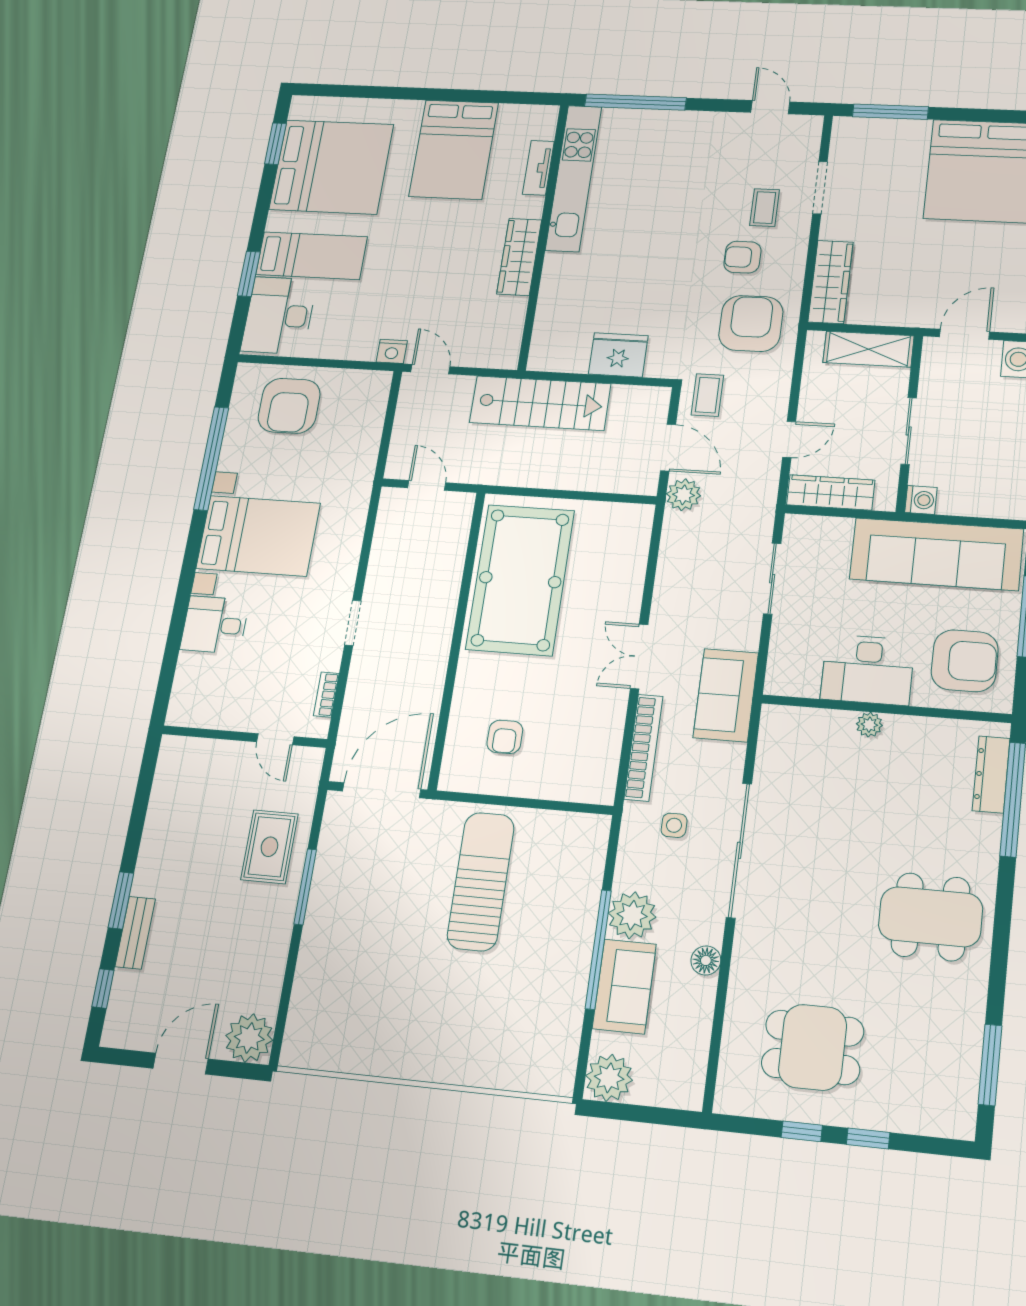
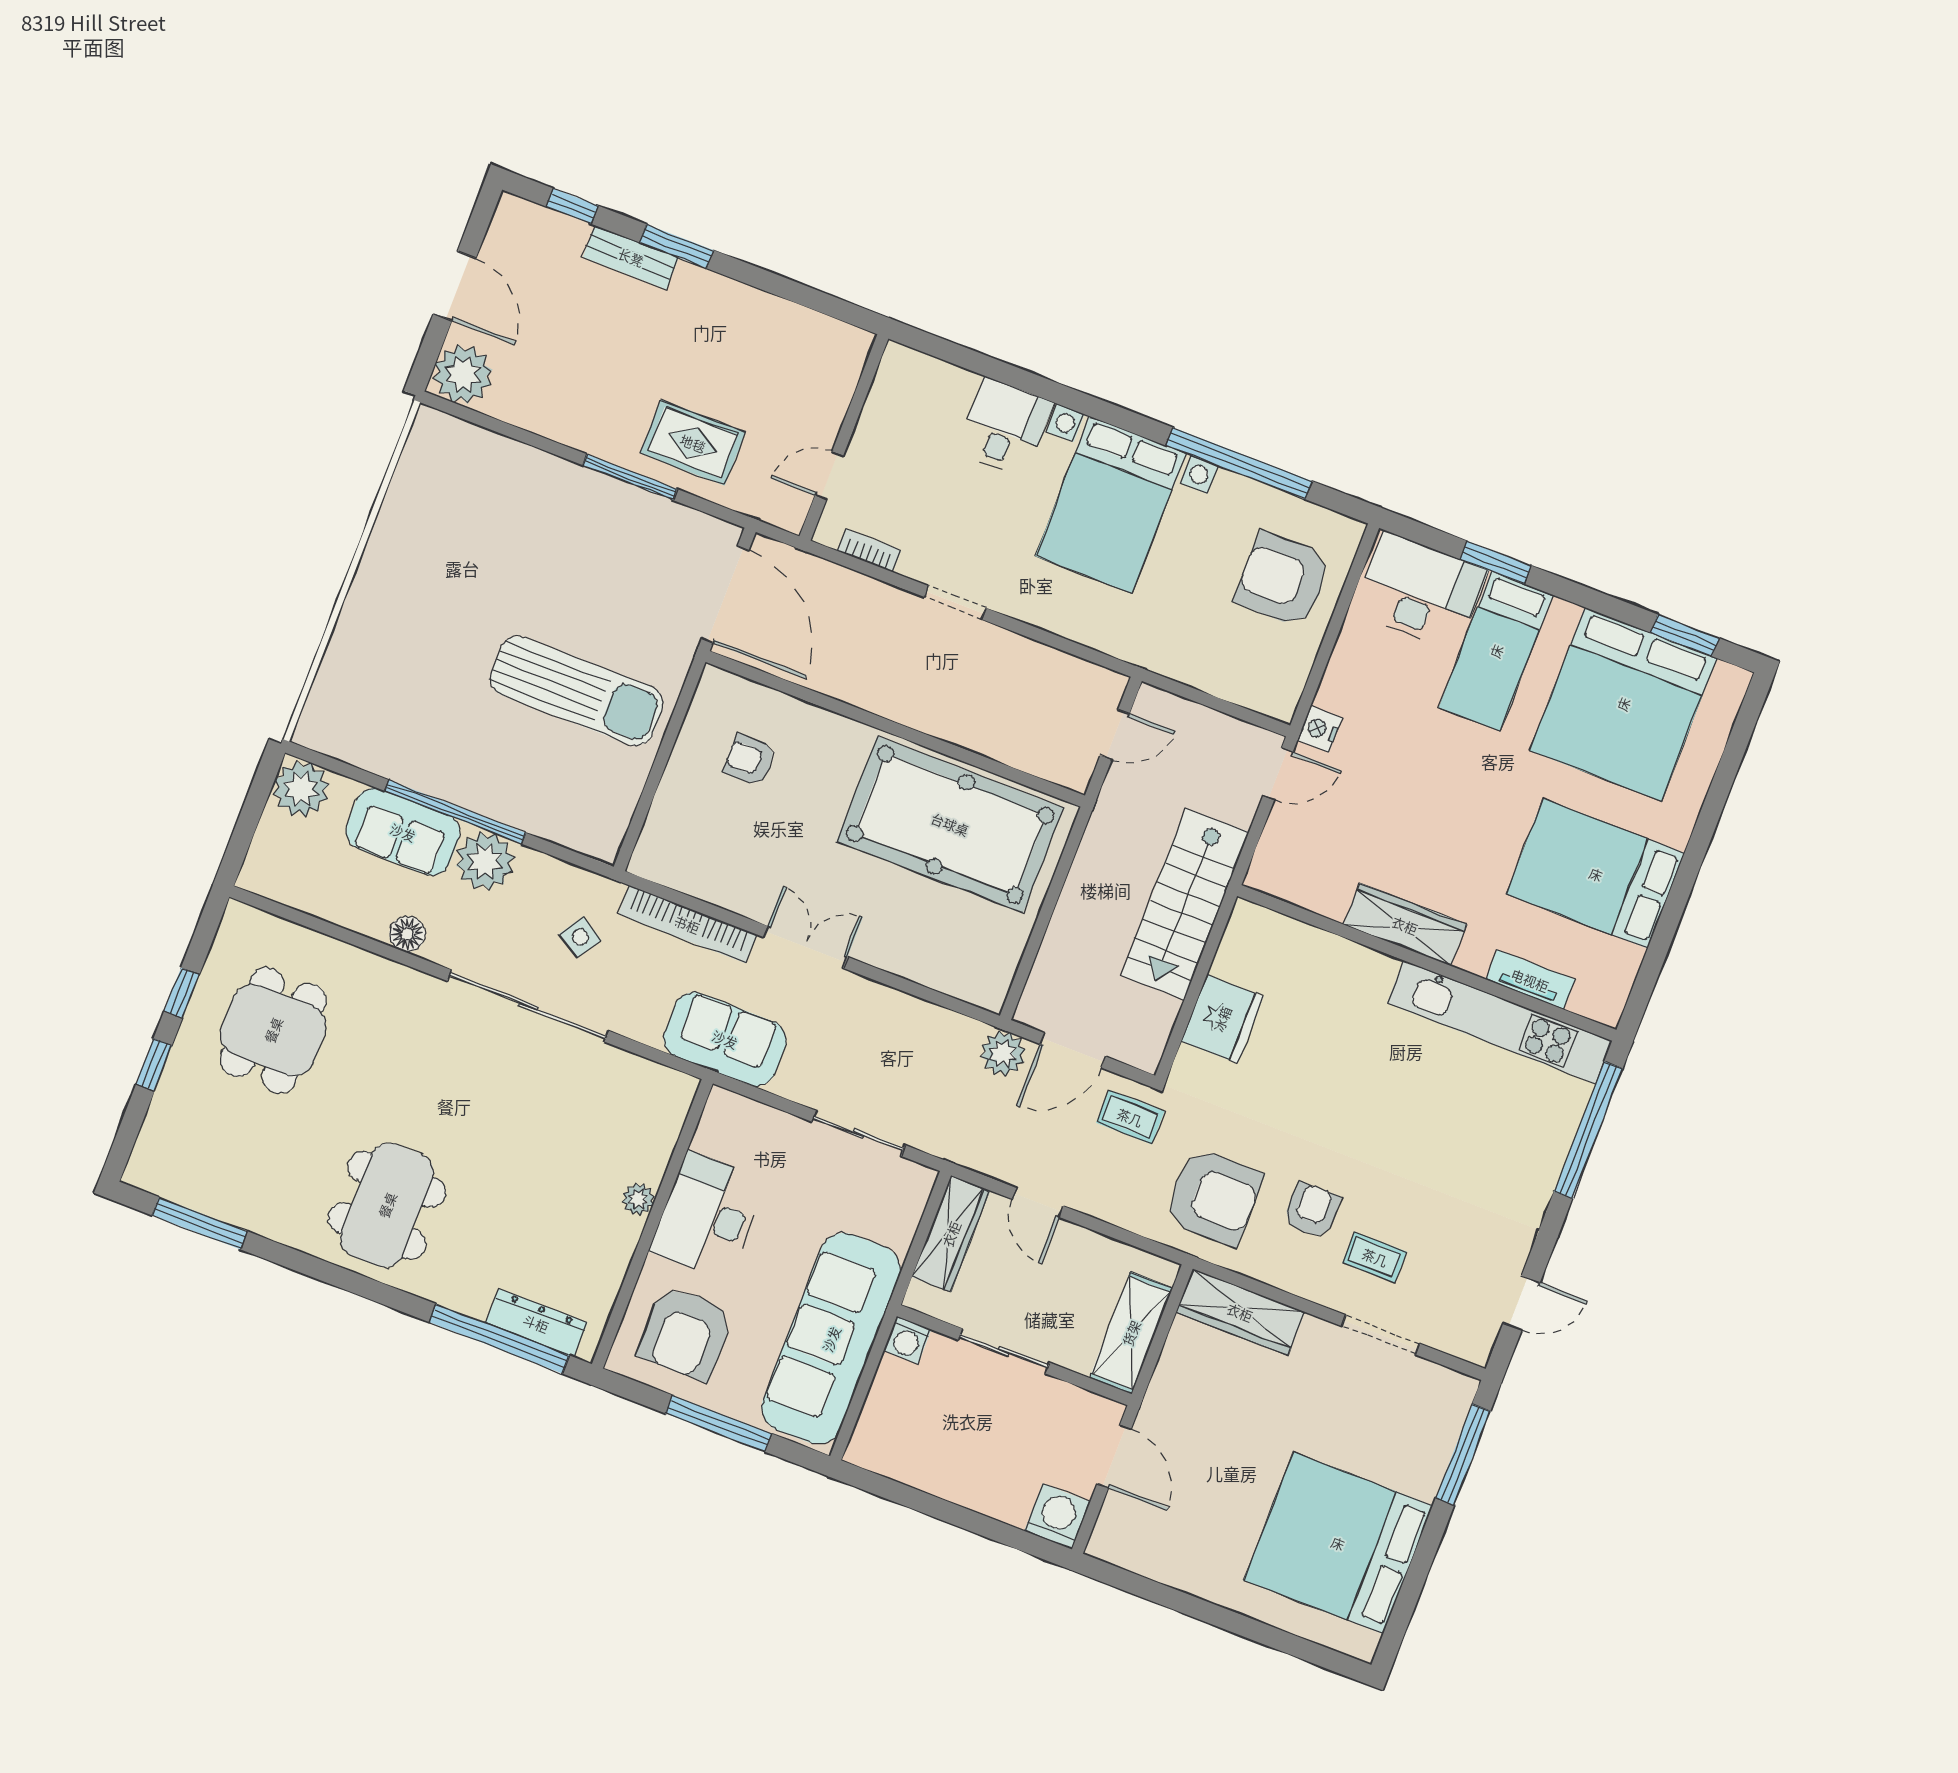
side table: (674, 825) -> (580, 937), turned 33

